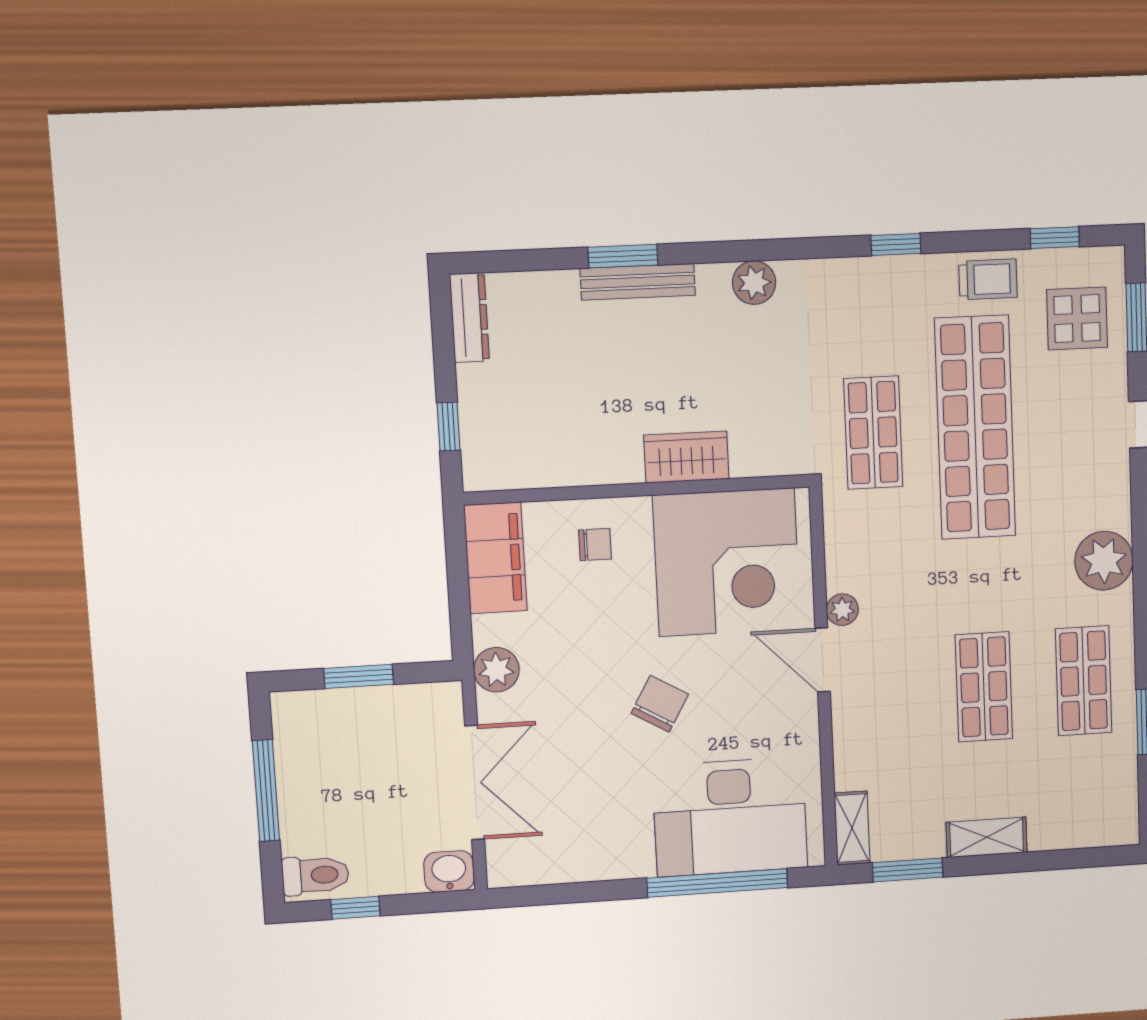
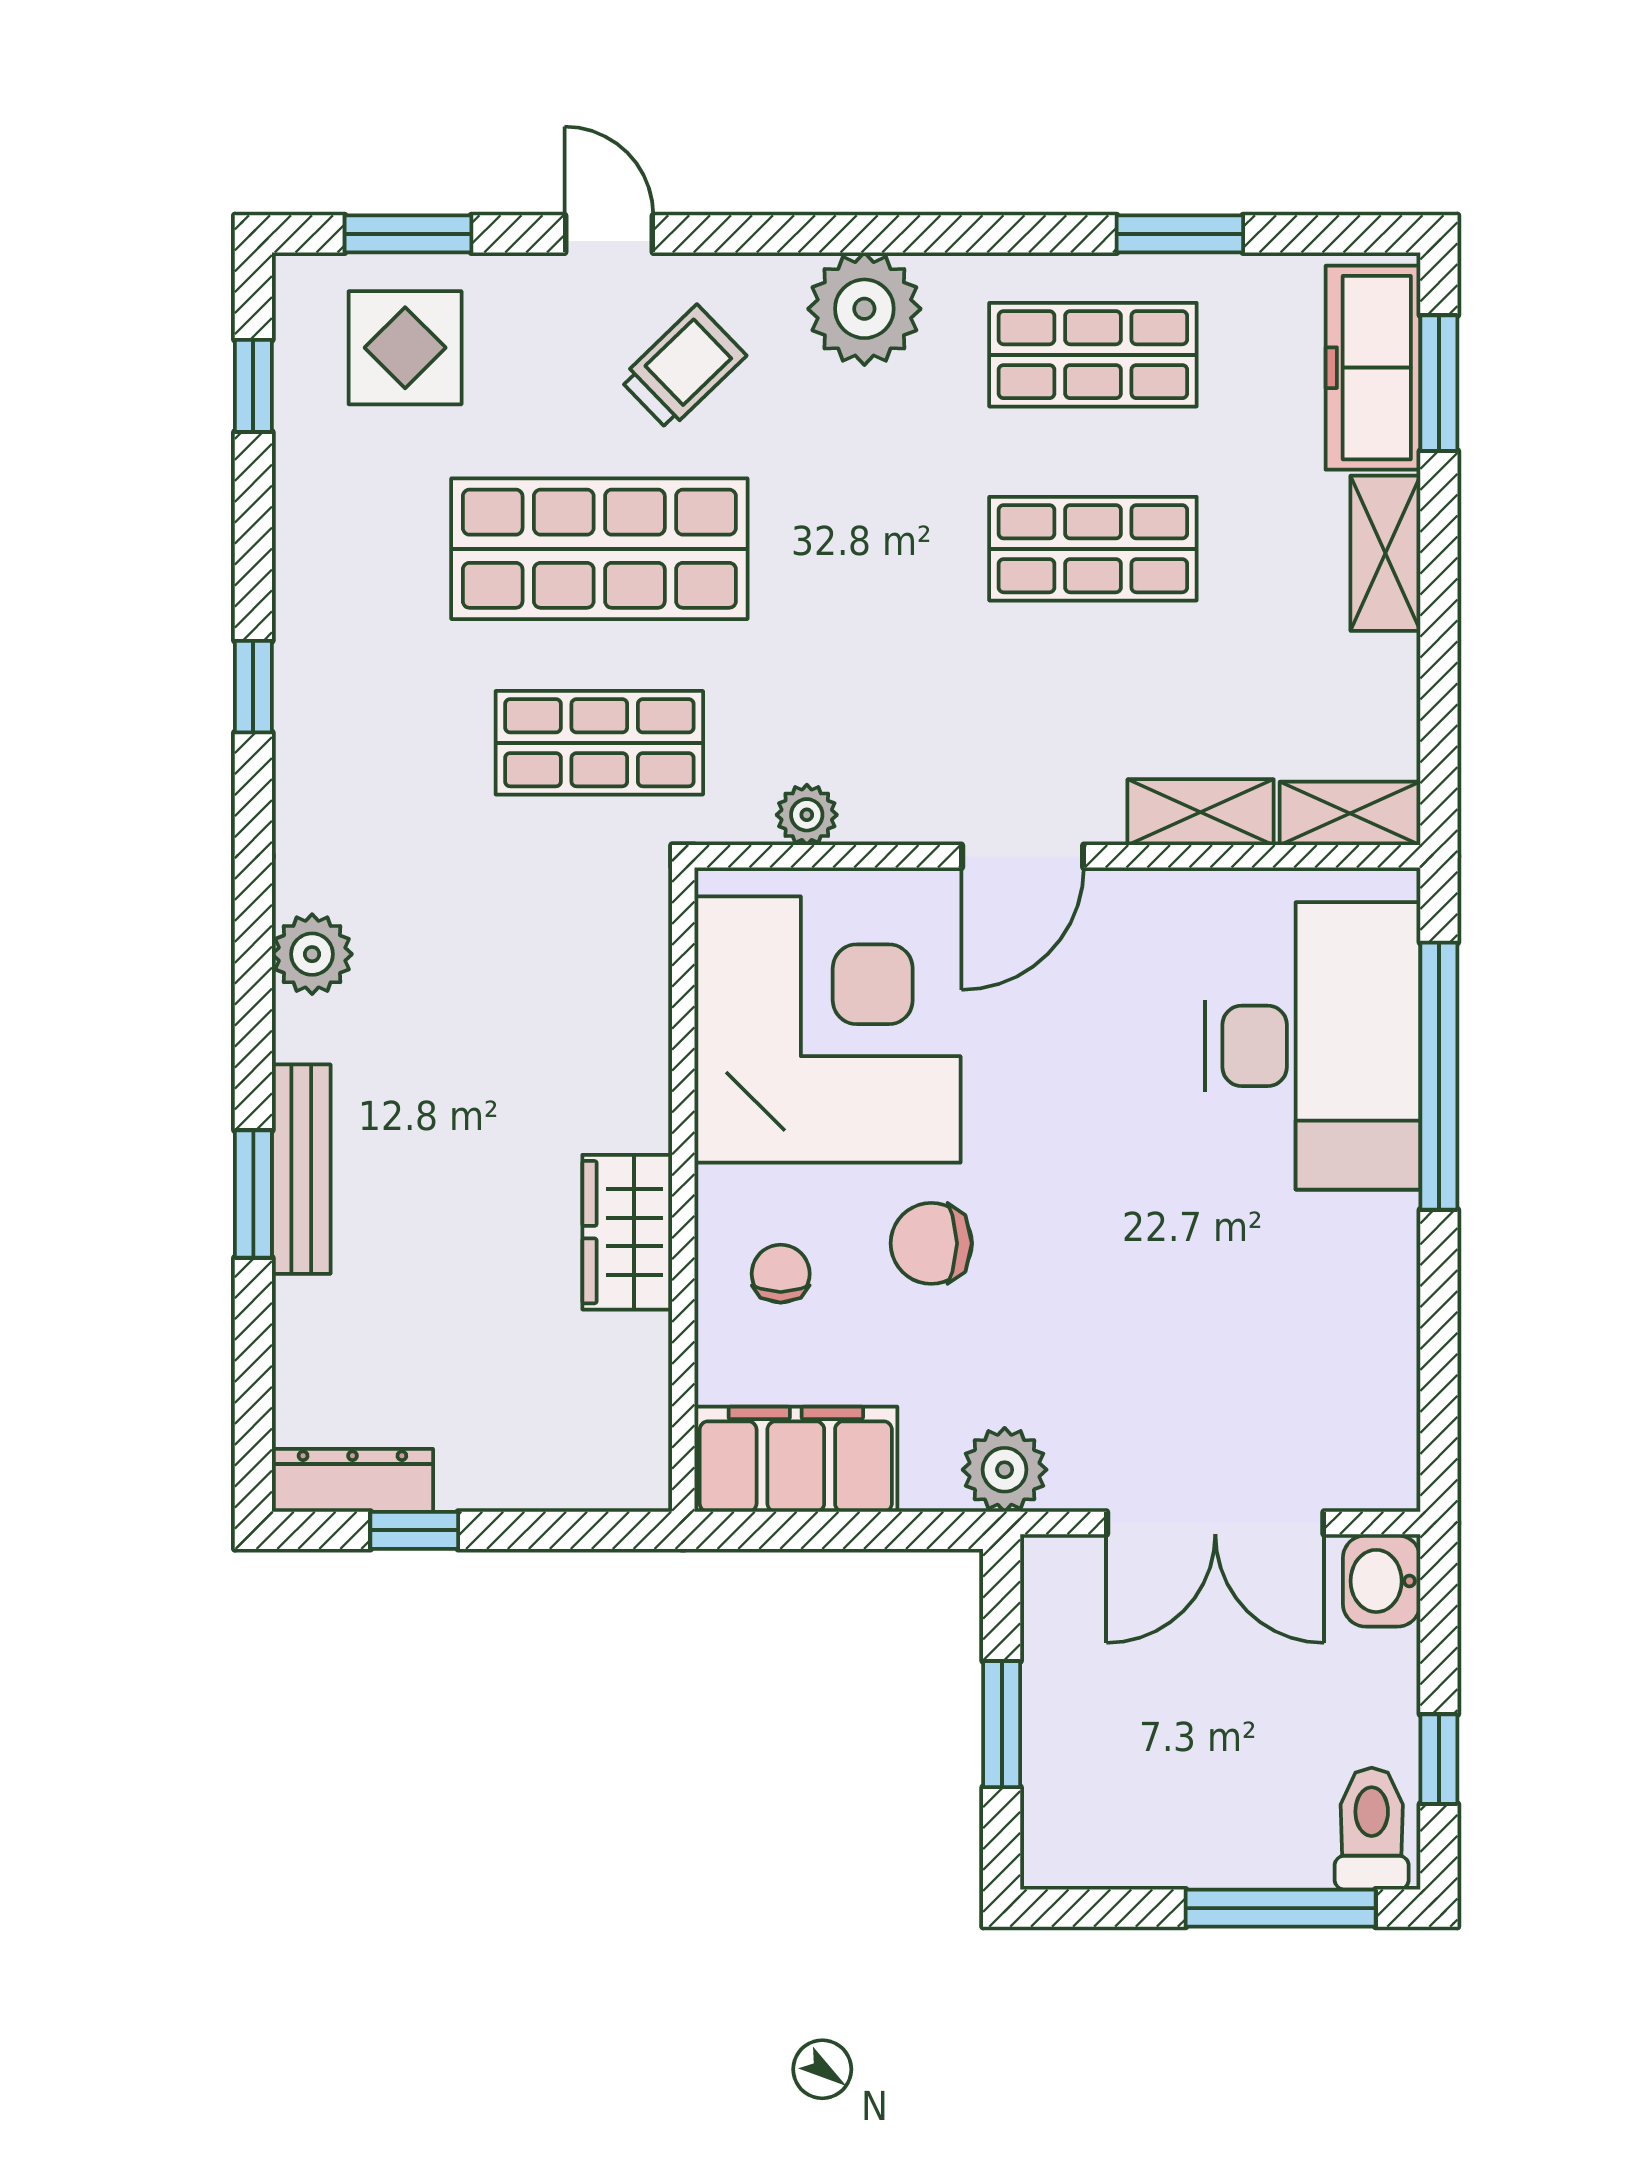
trolley: (988, 279) -> (683, 367), moved, turned 46
window: (449, 427) -> (414, 1530), moved
shop shelf: (975, 427) -> (599, 549), width x0.71
wardrobe: (686, 457) -> (627, 1232), moved
plant: (842, 610) -> (807, 815), moved
chair: (660, 704) -> (931, 1243), moved, turned -30
shelving: (849, 751) -> (1201, 812), added
double door: (475, 783) -> (1215, 1523), swing flipped
window: (266, 791) -> (1281, 1908), moved
freezer: (1081, 825) -> (1373, 368), added
window: (908, 870) -> (1439, 383), moved

